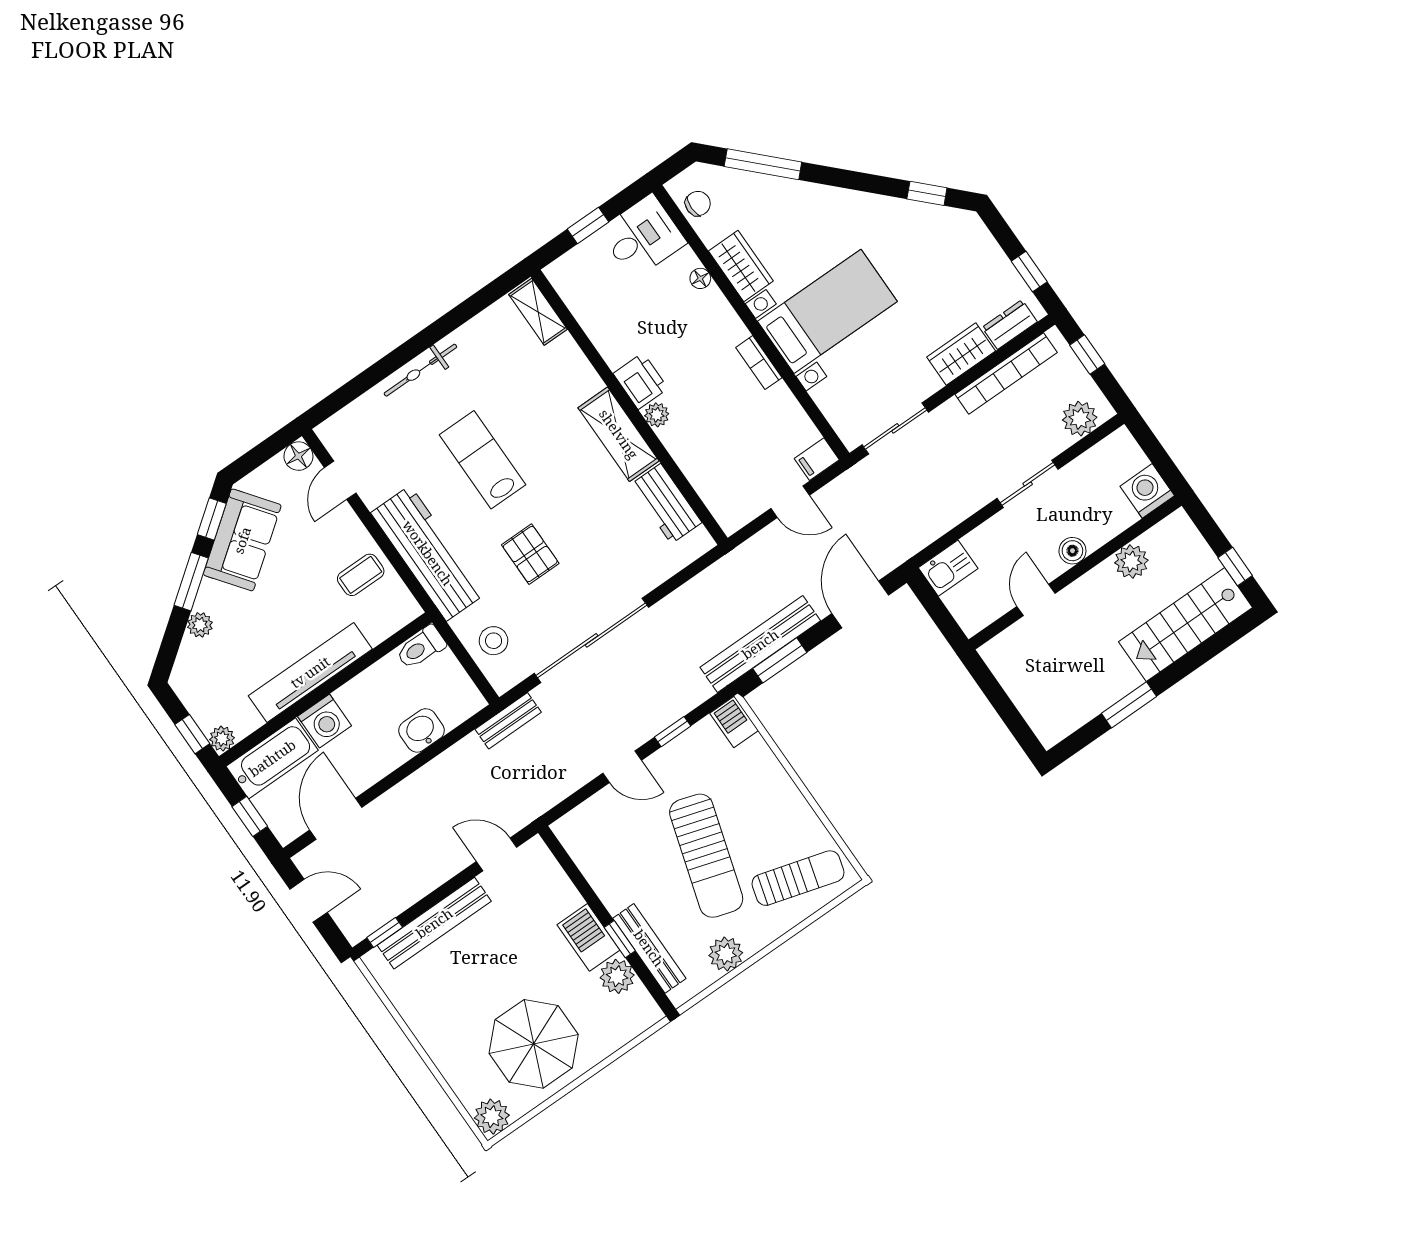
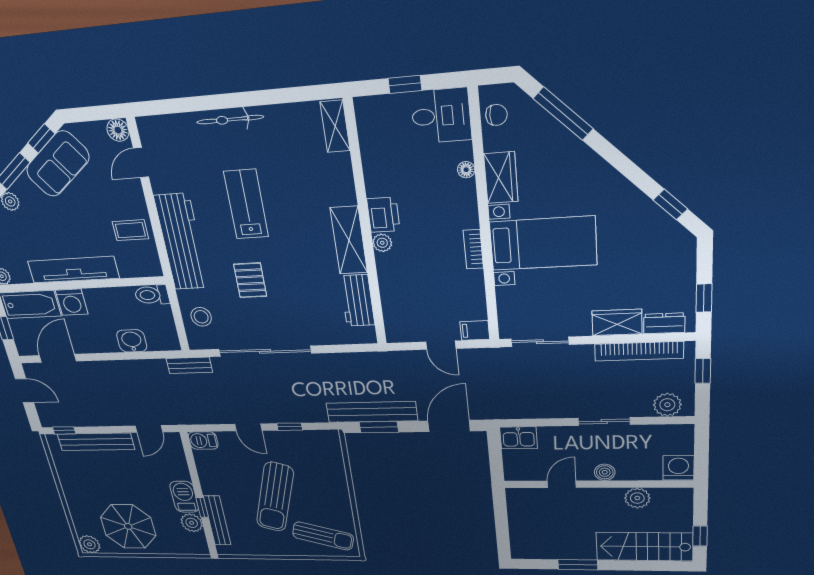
barbecue: (734, 722) -> (203, 441), moved, turned -90
door: (496, 854) -> (149, 429), swing flipped
plant: (726, 954) -> (260, 546), removed

